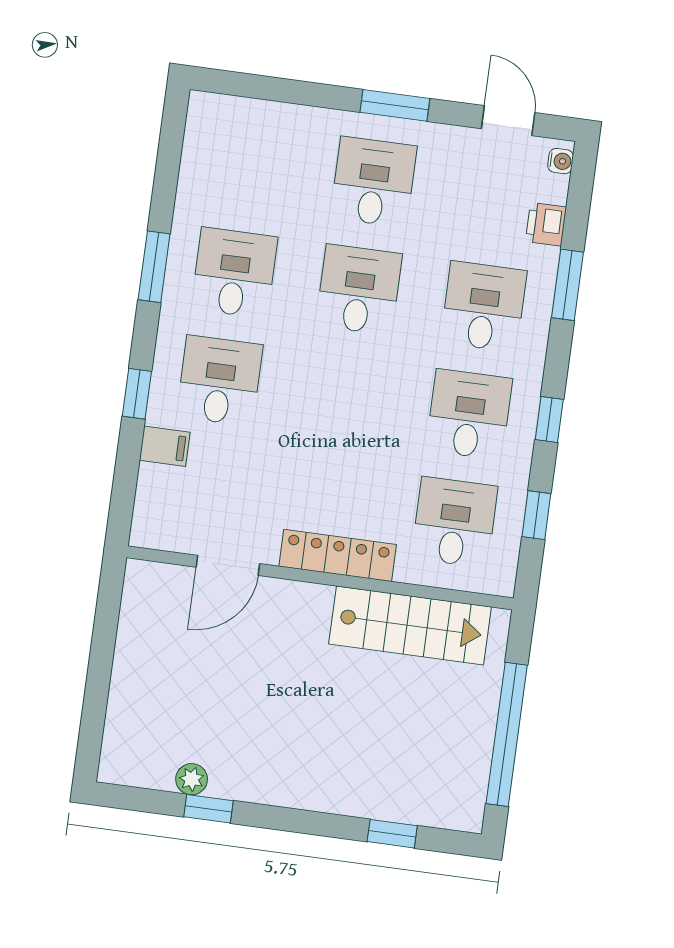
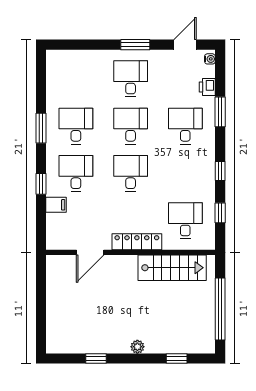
door: (508, 121) -> (185, 45), hinge flipped
desk: (469, 414) -> (131, 173), moved
plant: (192, 779) -> (137, 347), moved

